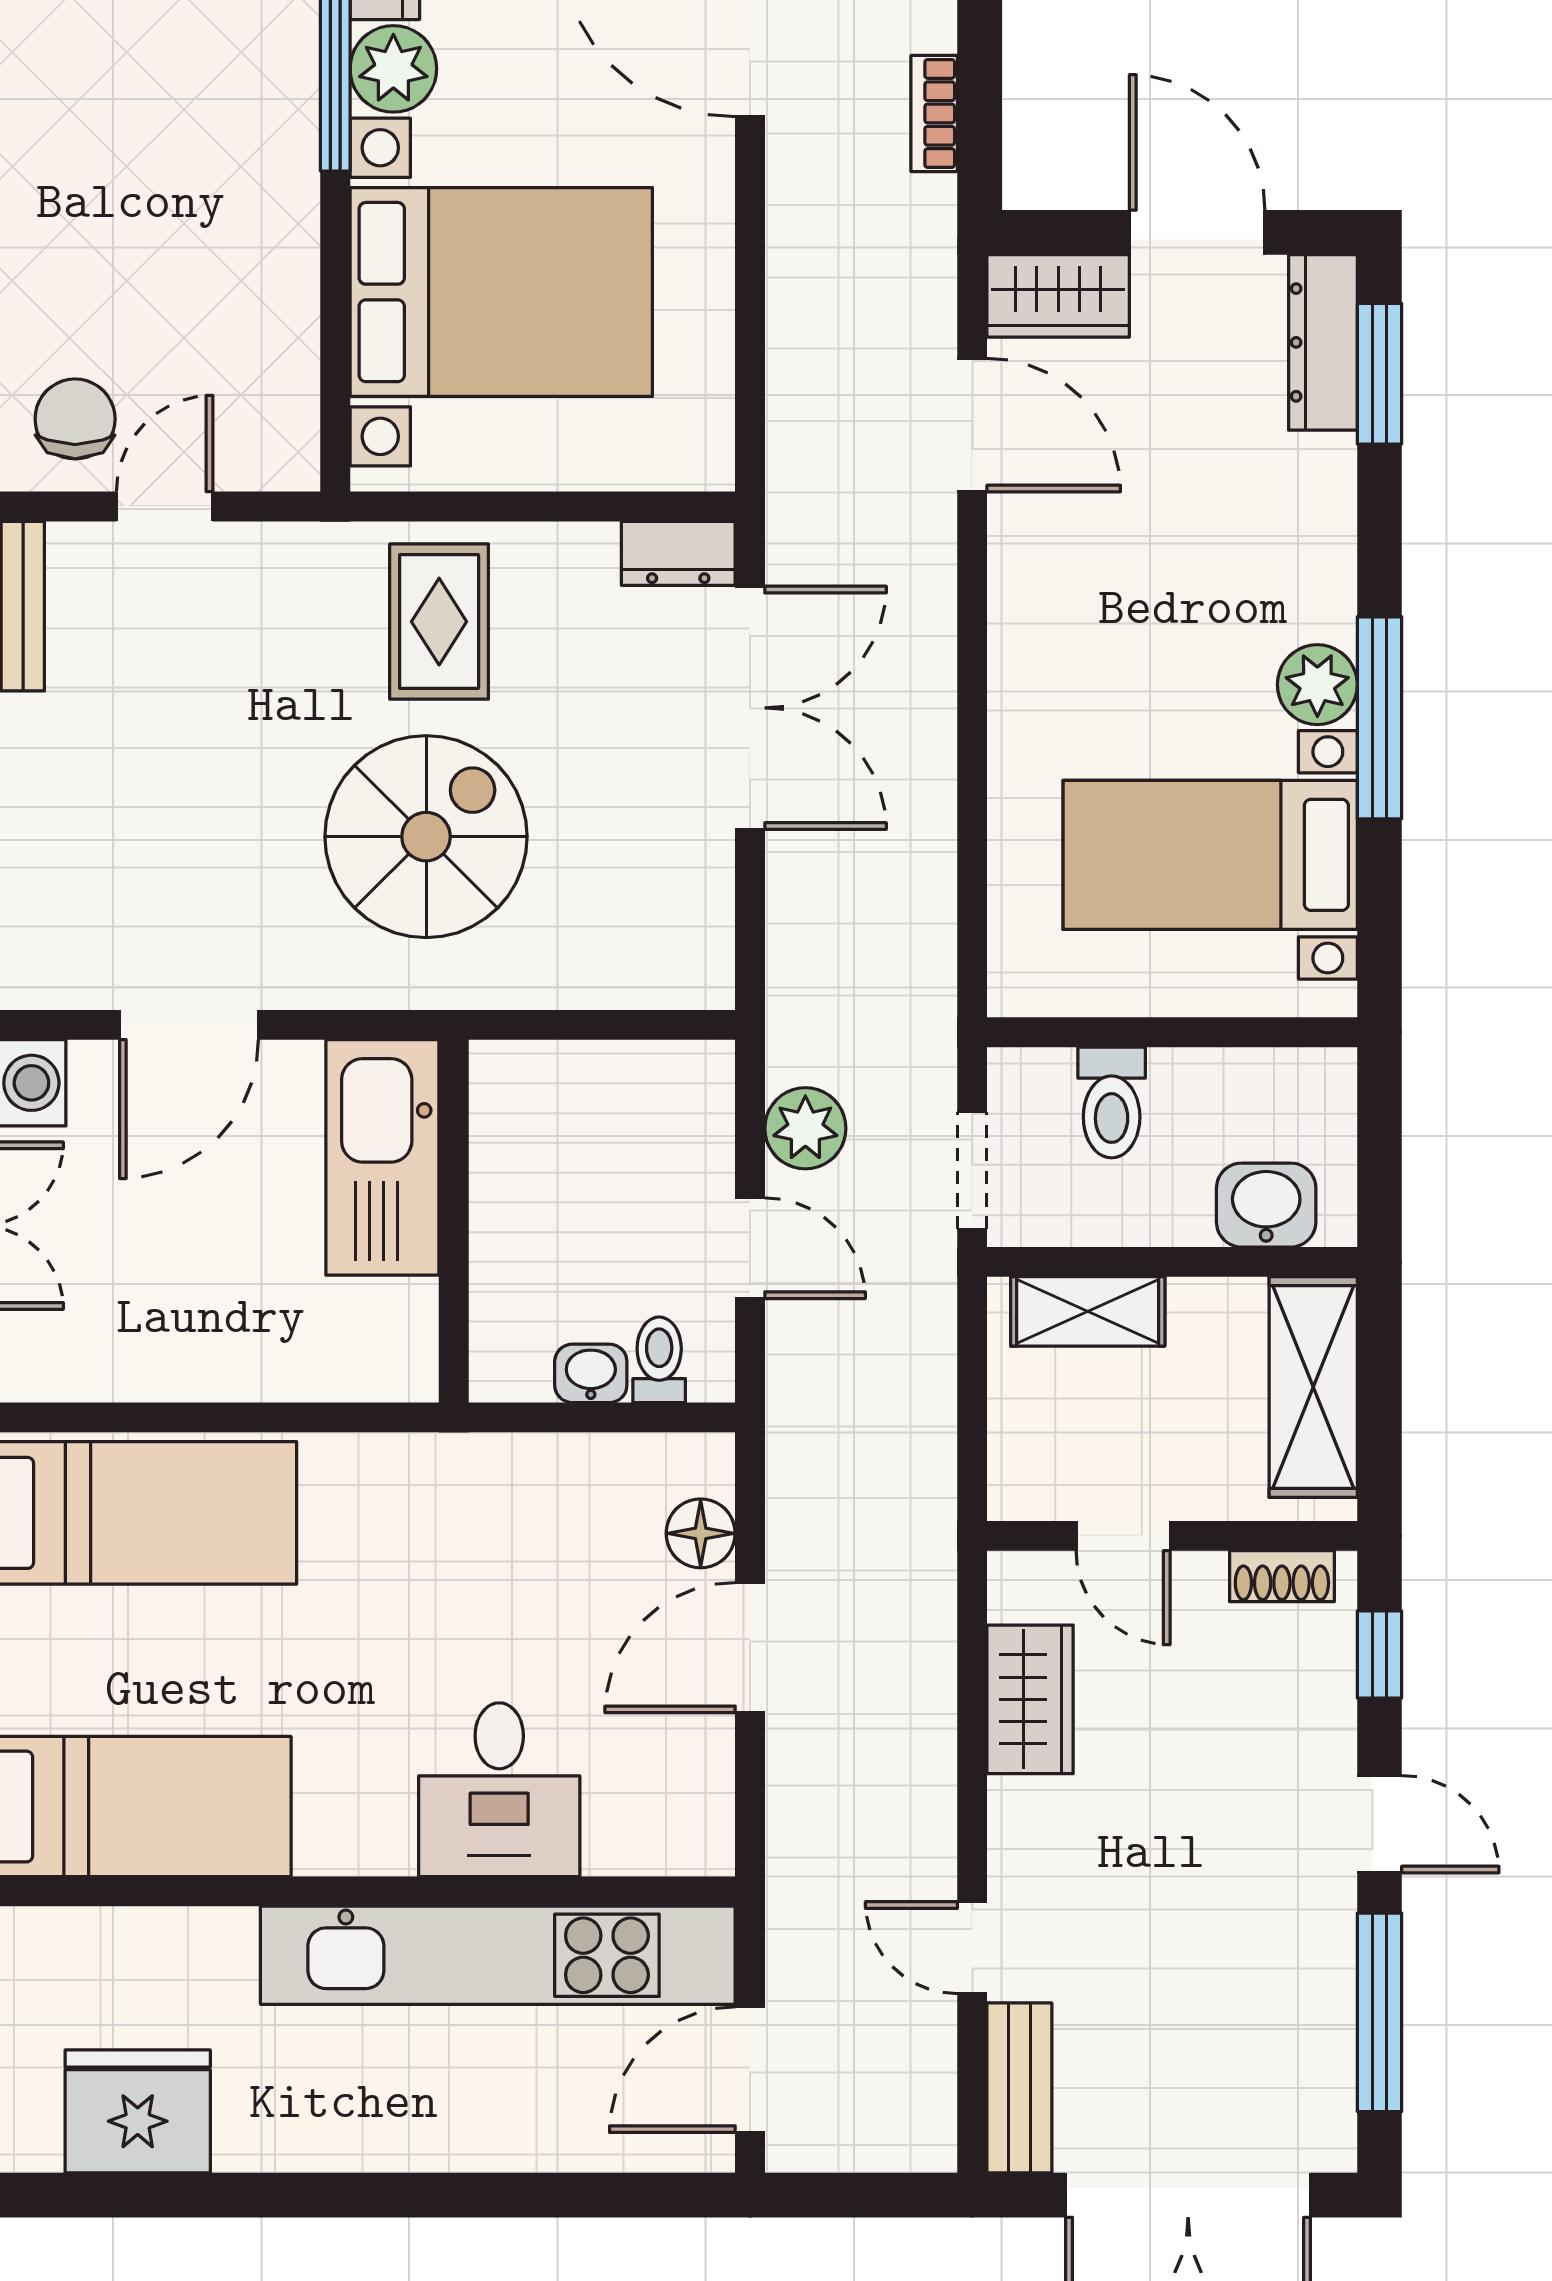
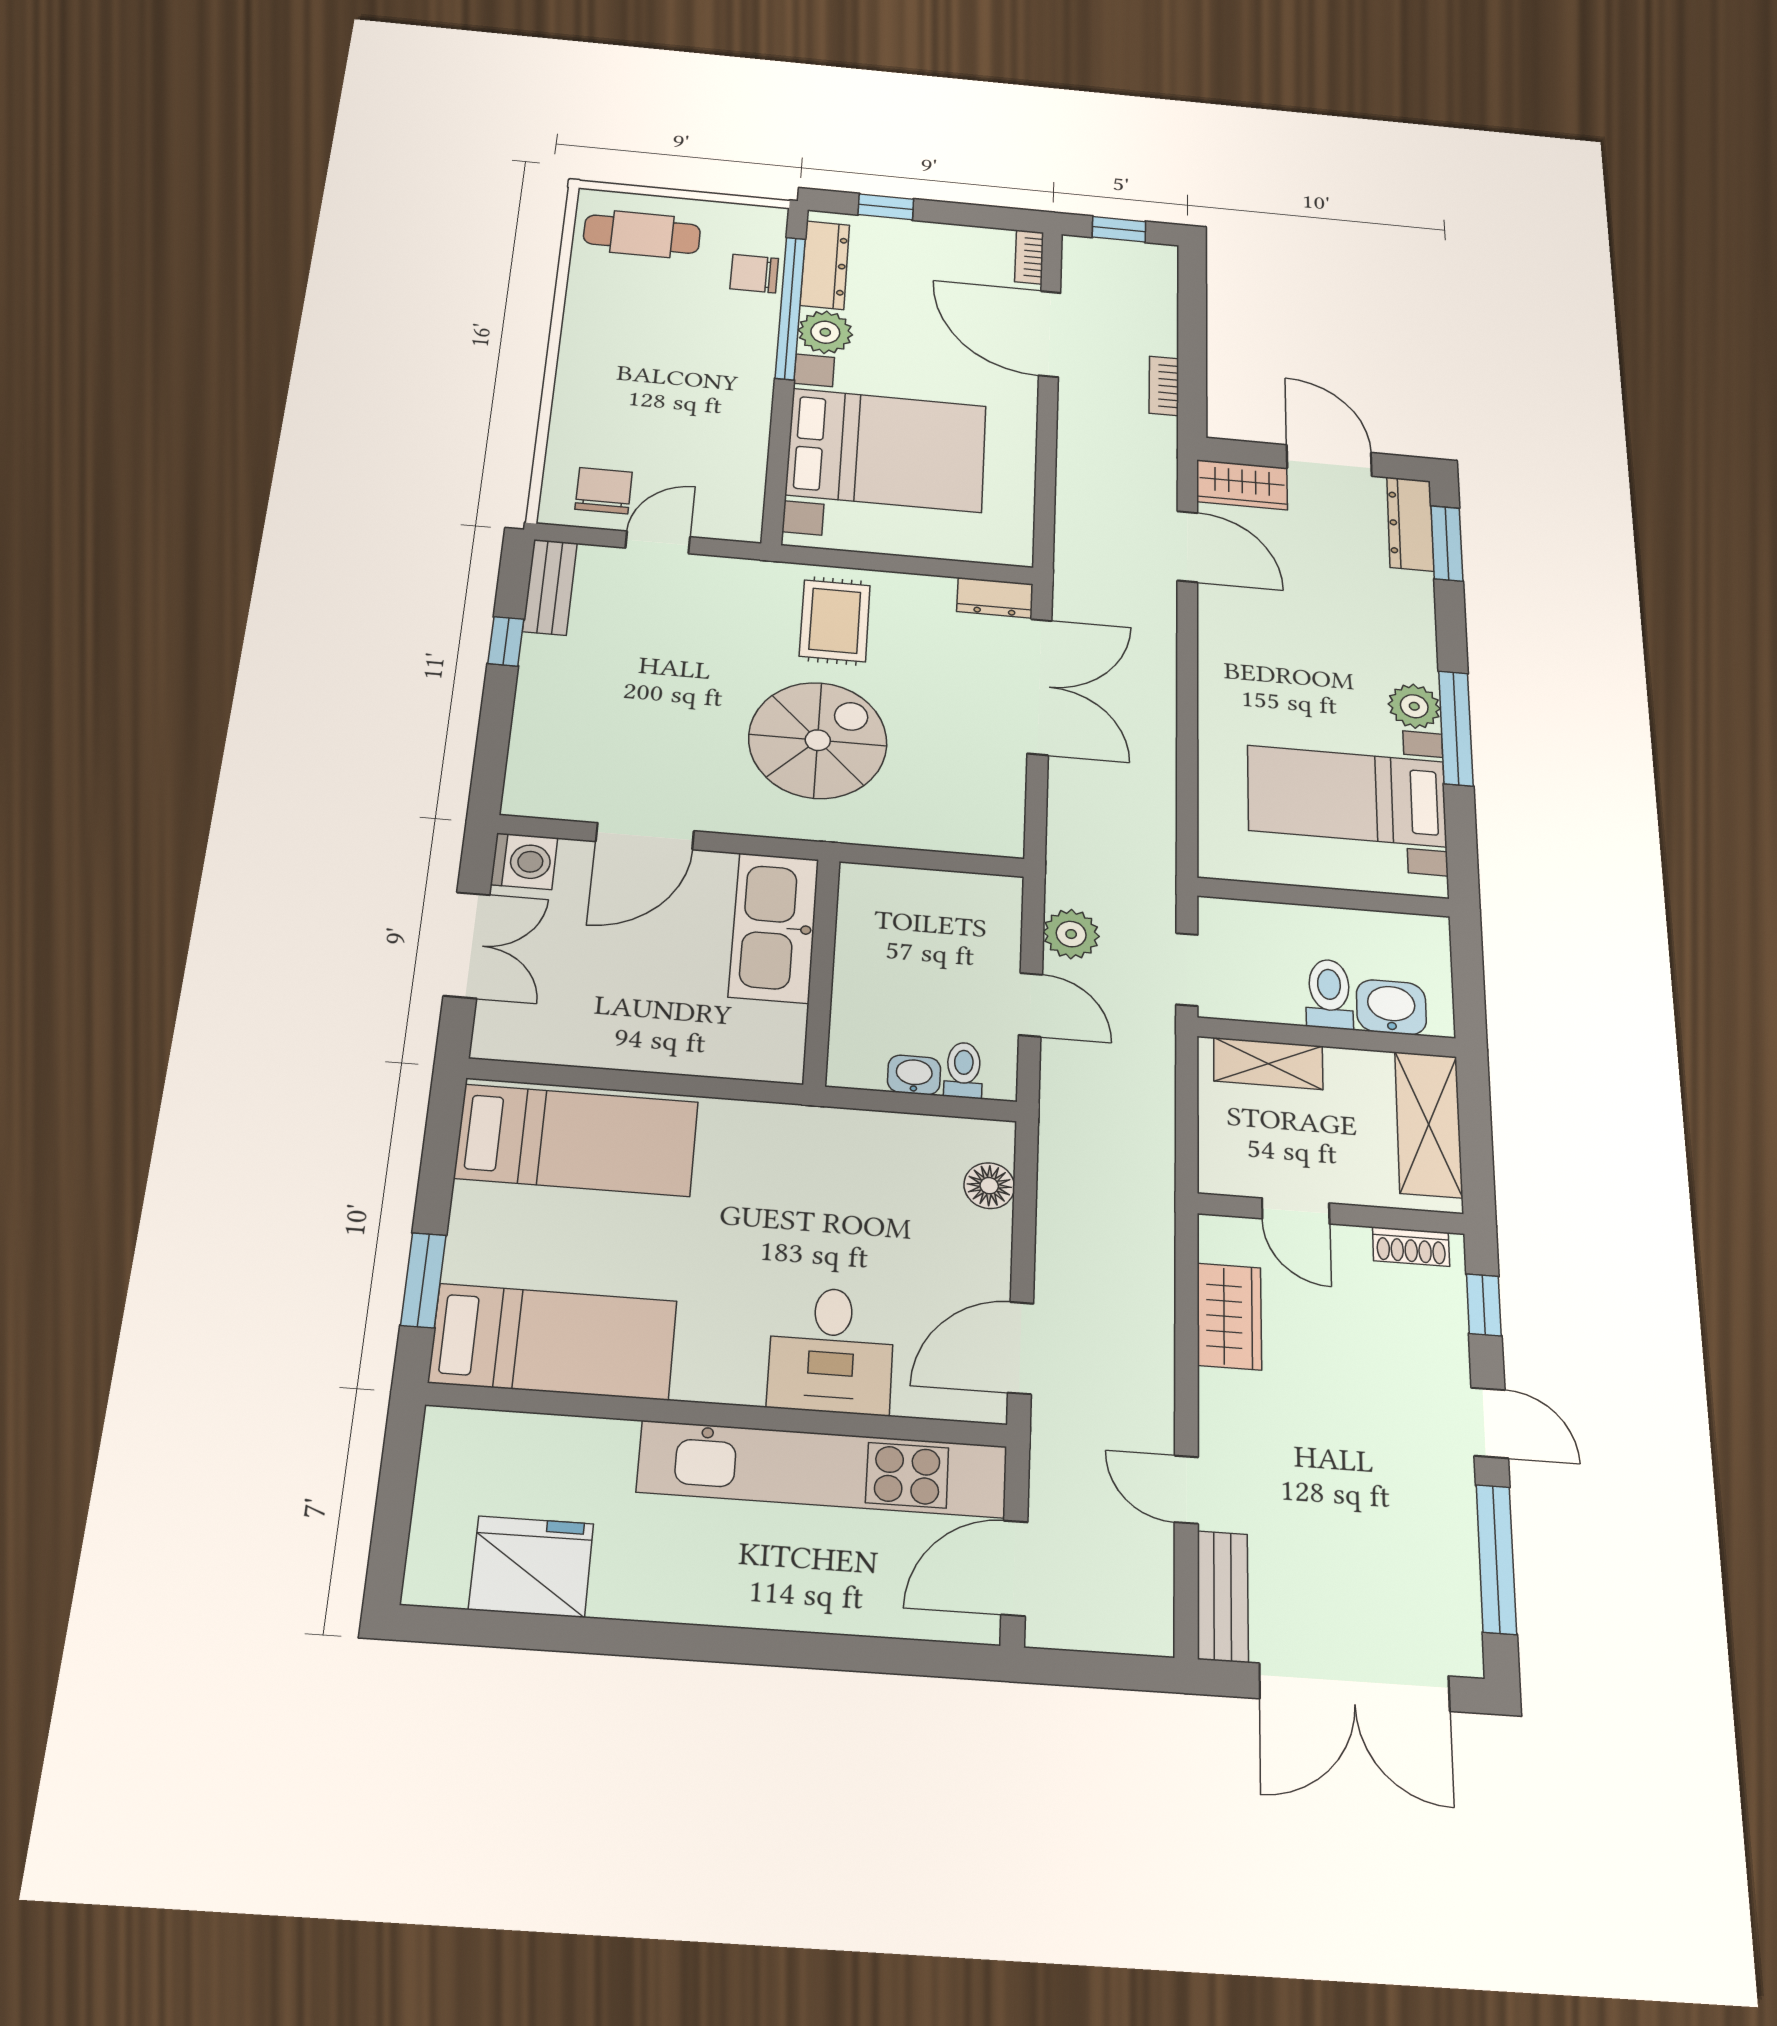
toilet: (1112, 1103) -> (1329, 994), moved, turned 180
door: (750, 1648) -> (1021, 1348), moved

